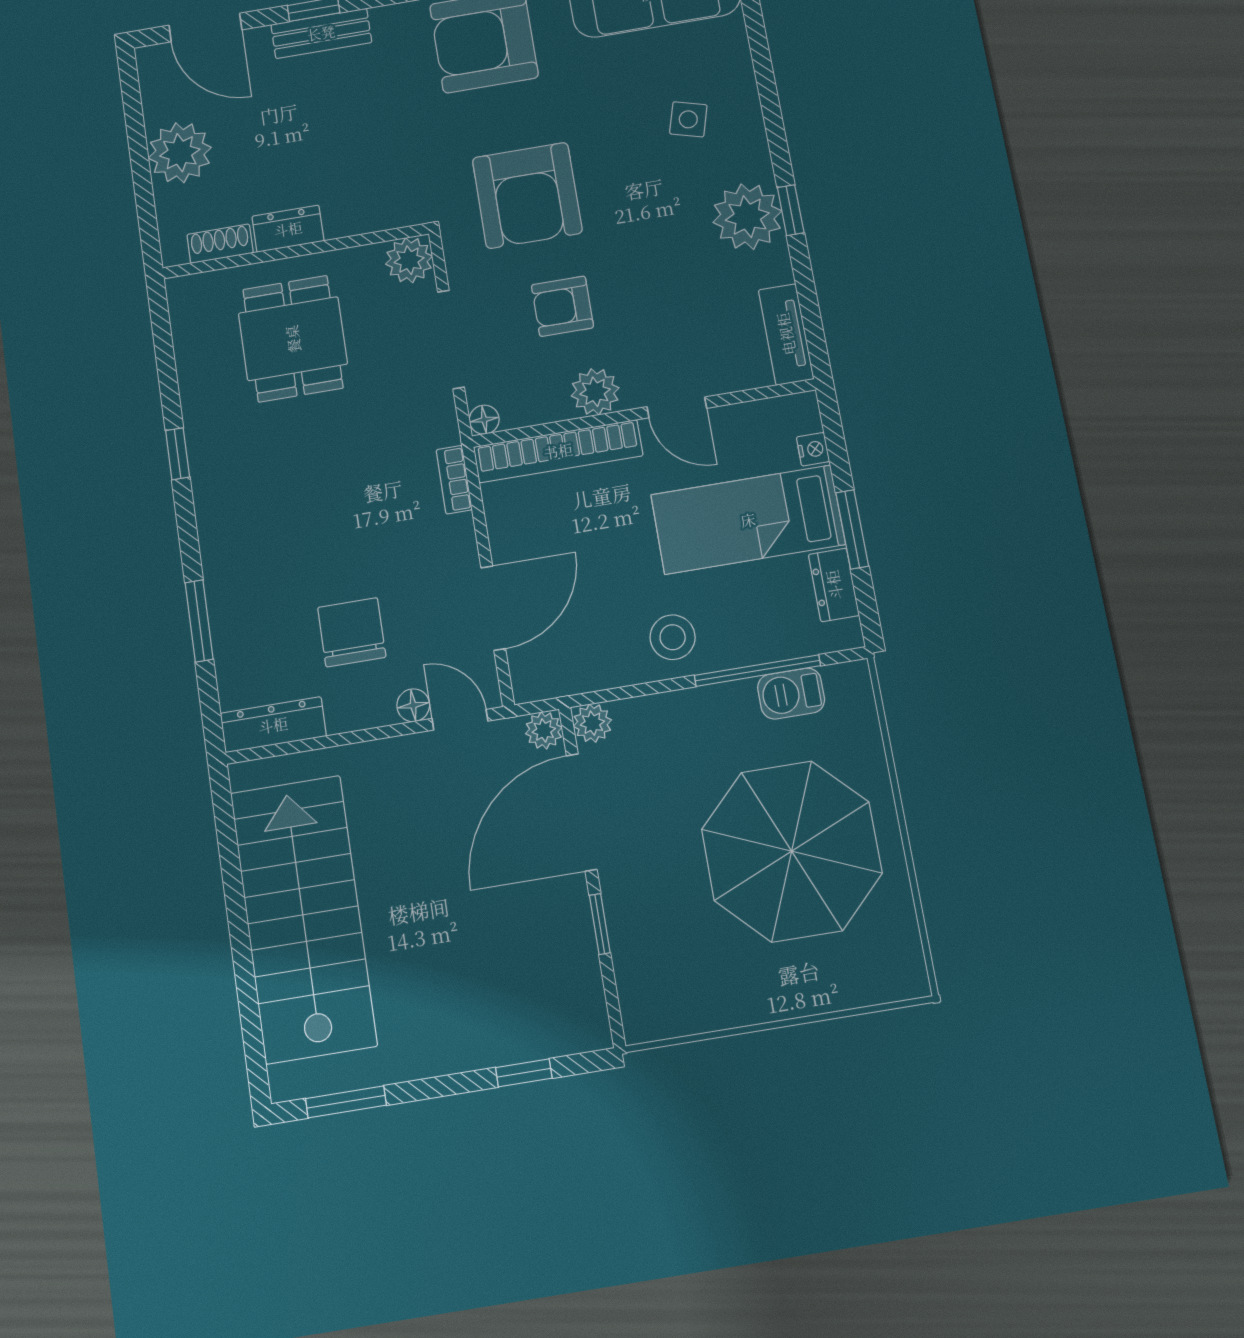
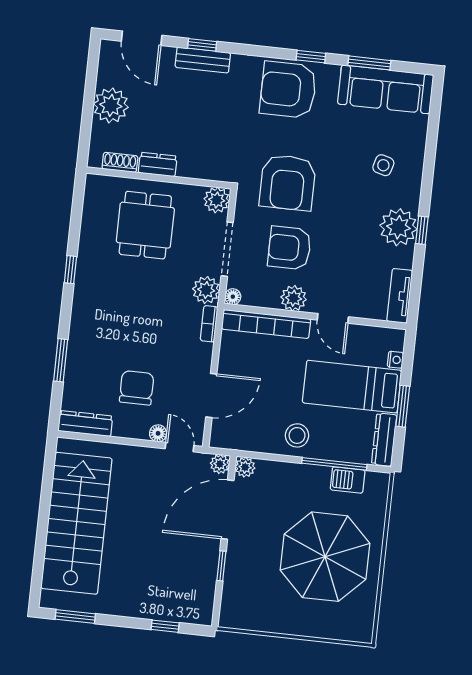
armchair: (562, 306) -> (289, 248), width x1.38, depth x1.38
plant: (432, 421) -> (206, 290), added
dresser: (834, 585) -> (384, 440), width x1.44

